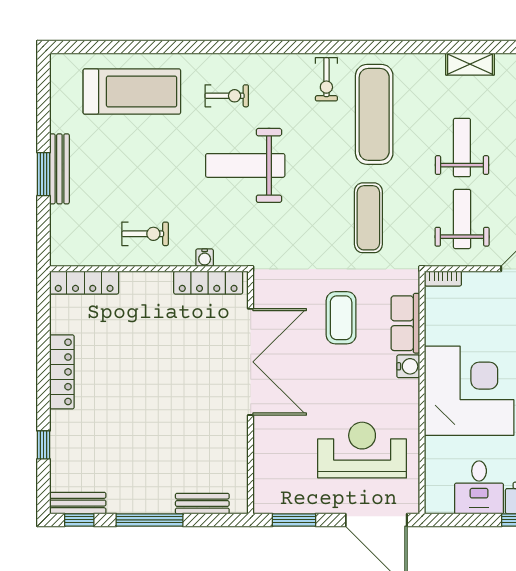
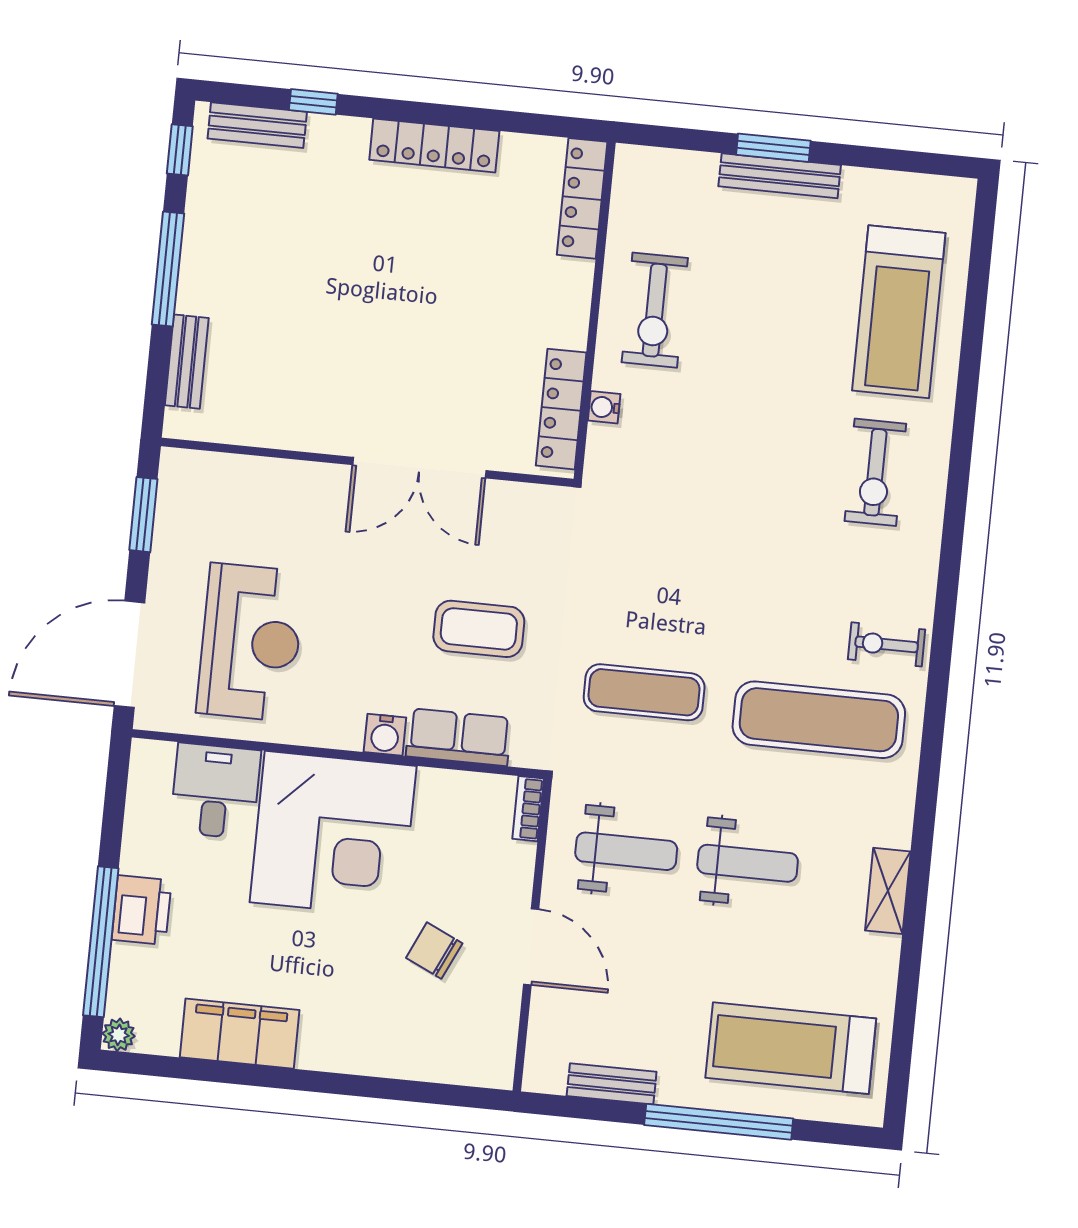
exercise bike: (227, 96) -> (875, 472), width x1.38, depth x1.39
weight bench: (245, 165) -> (754, 492), removed
exercise bike: (145, 234) -> (655, 310), width x1.38, depth x1.39
double door: (251, 362) -> (419, 468), width x0.73
desk: (479, 487) -> (215, 791), moved, turned 90
bench: (78, 503) -> (257, 125), moved, turned 90

